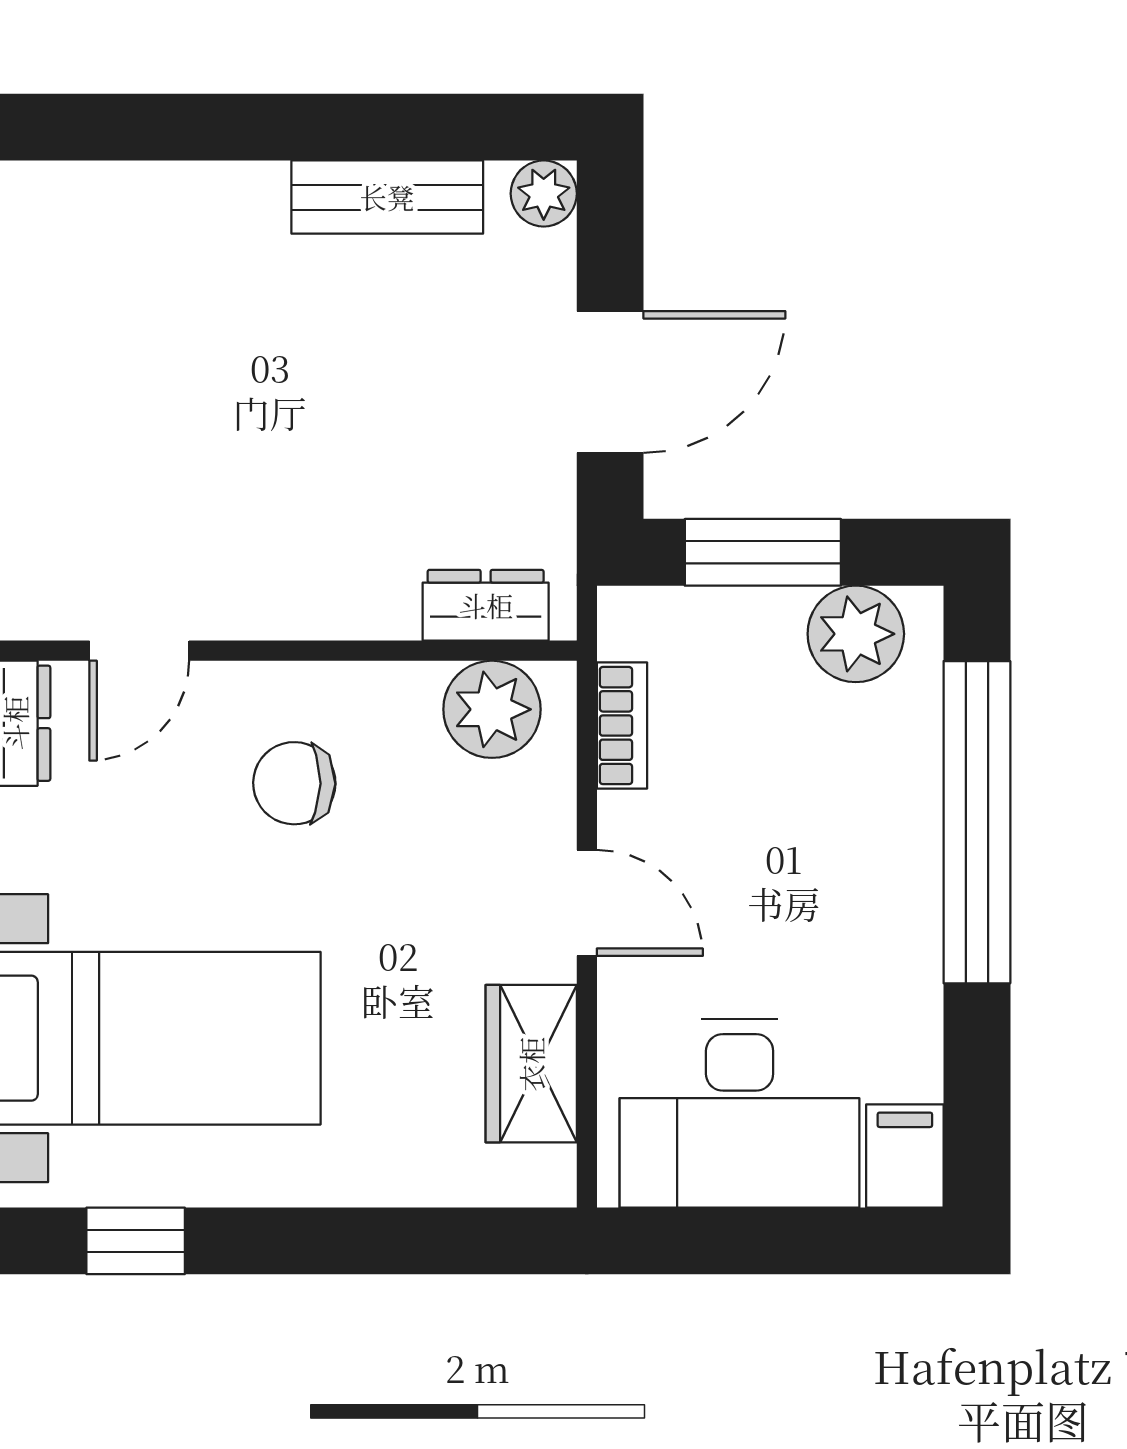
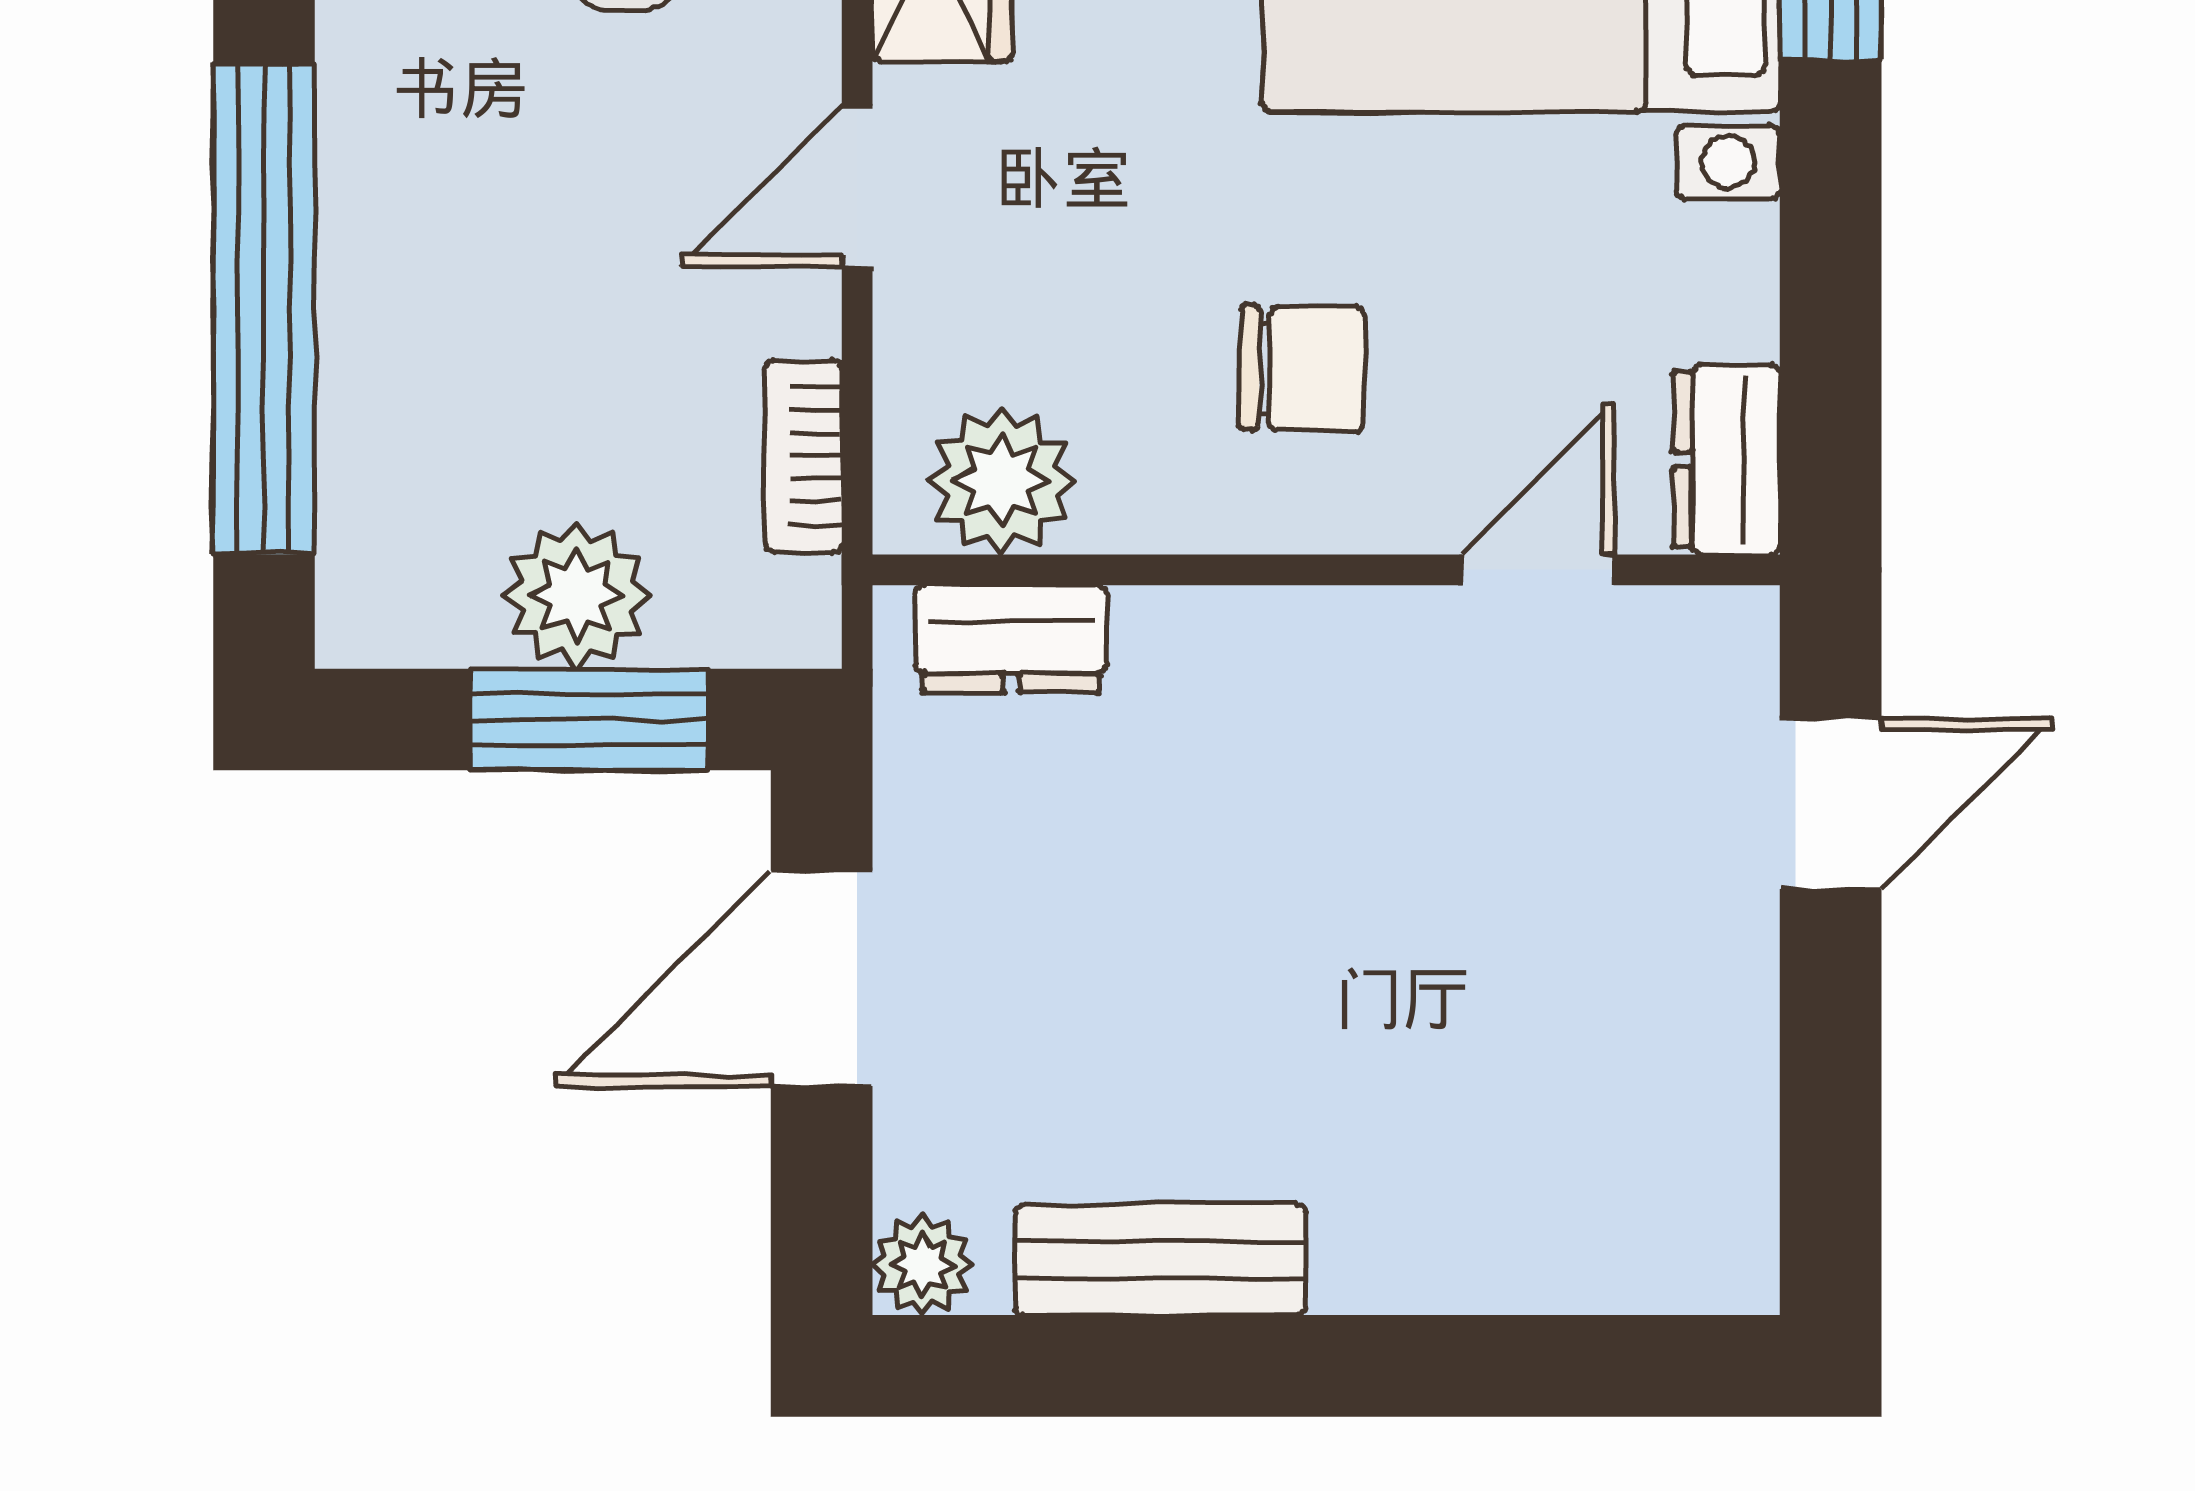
plant: (856, 634) -> (576, 595), moved
door: (587, 903) -> (857, 186), hinge flipped

